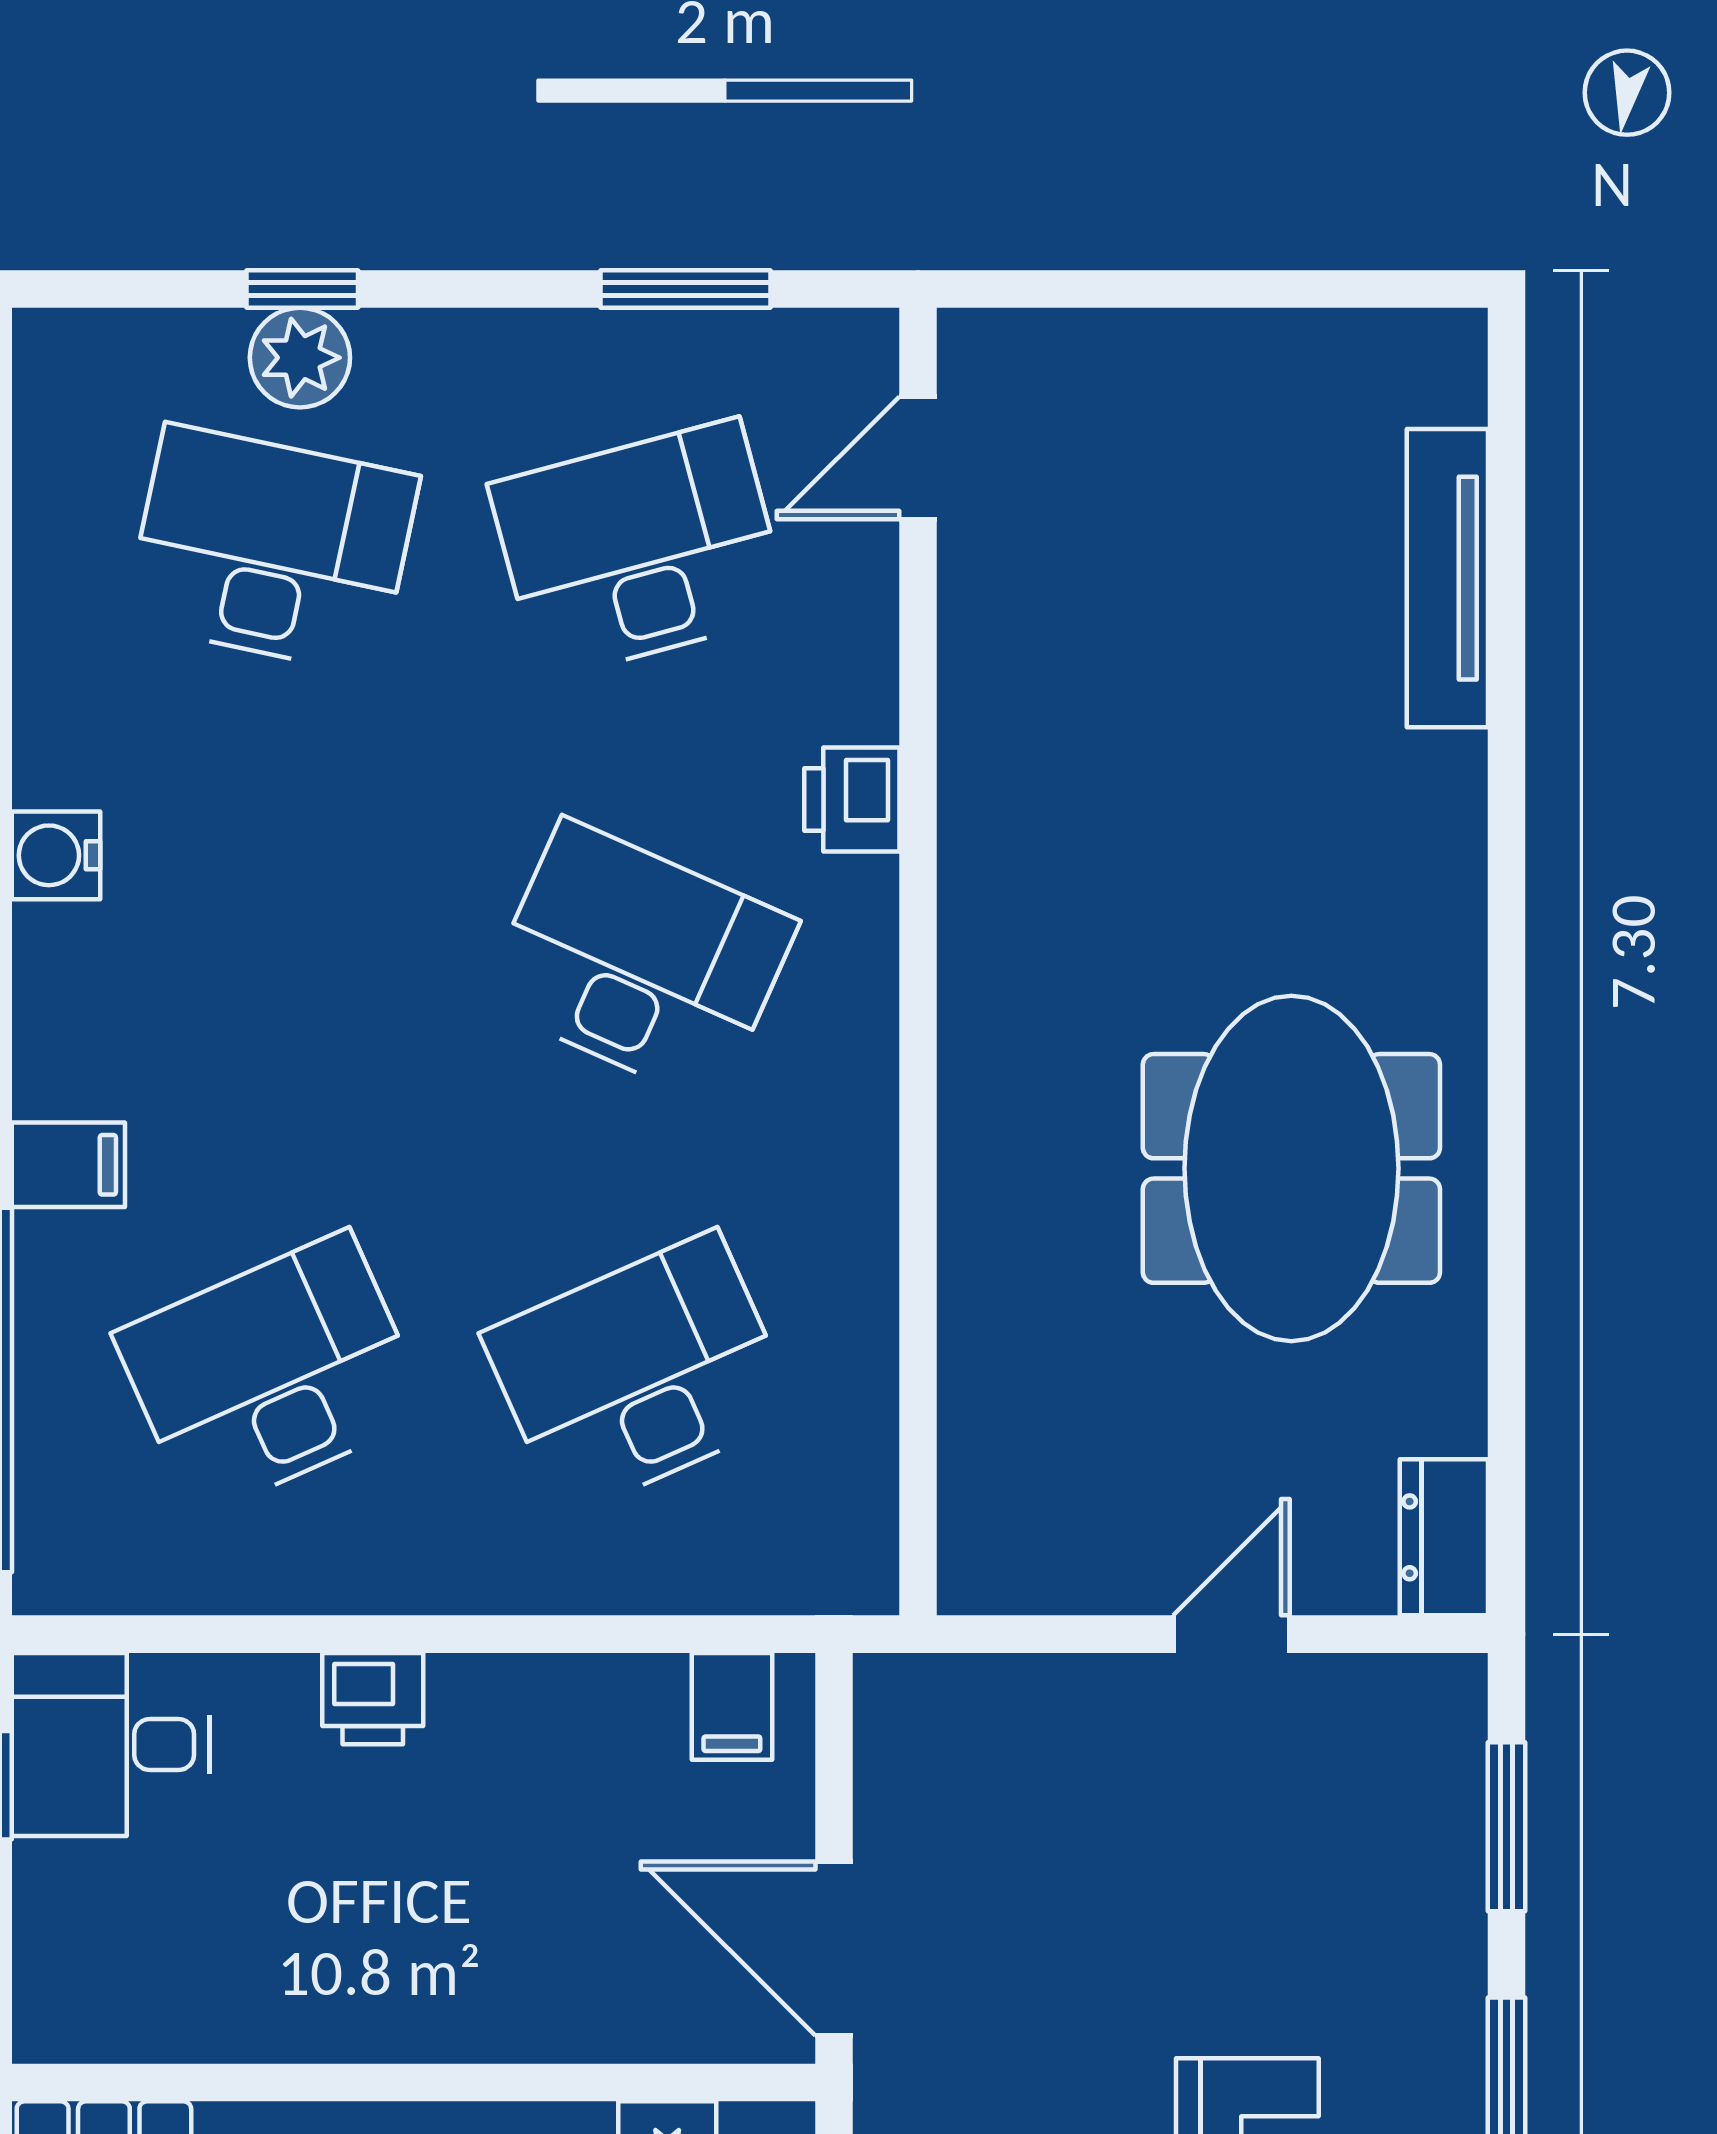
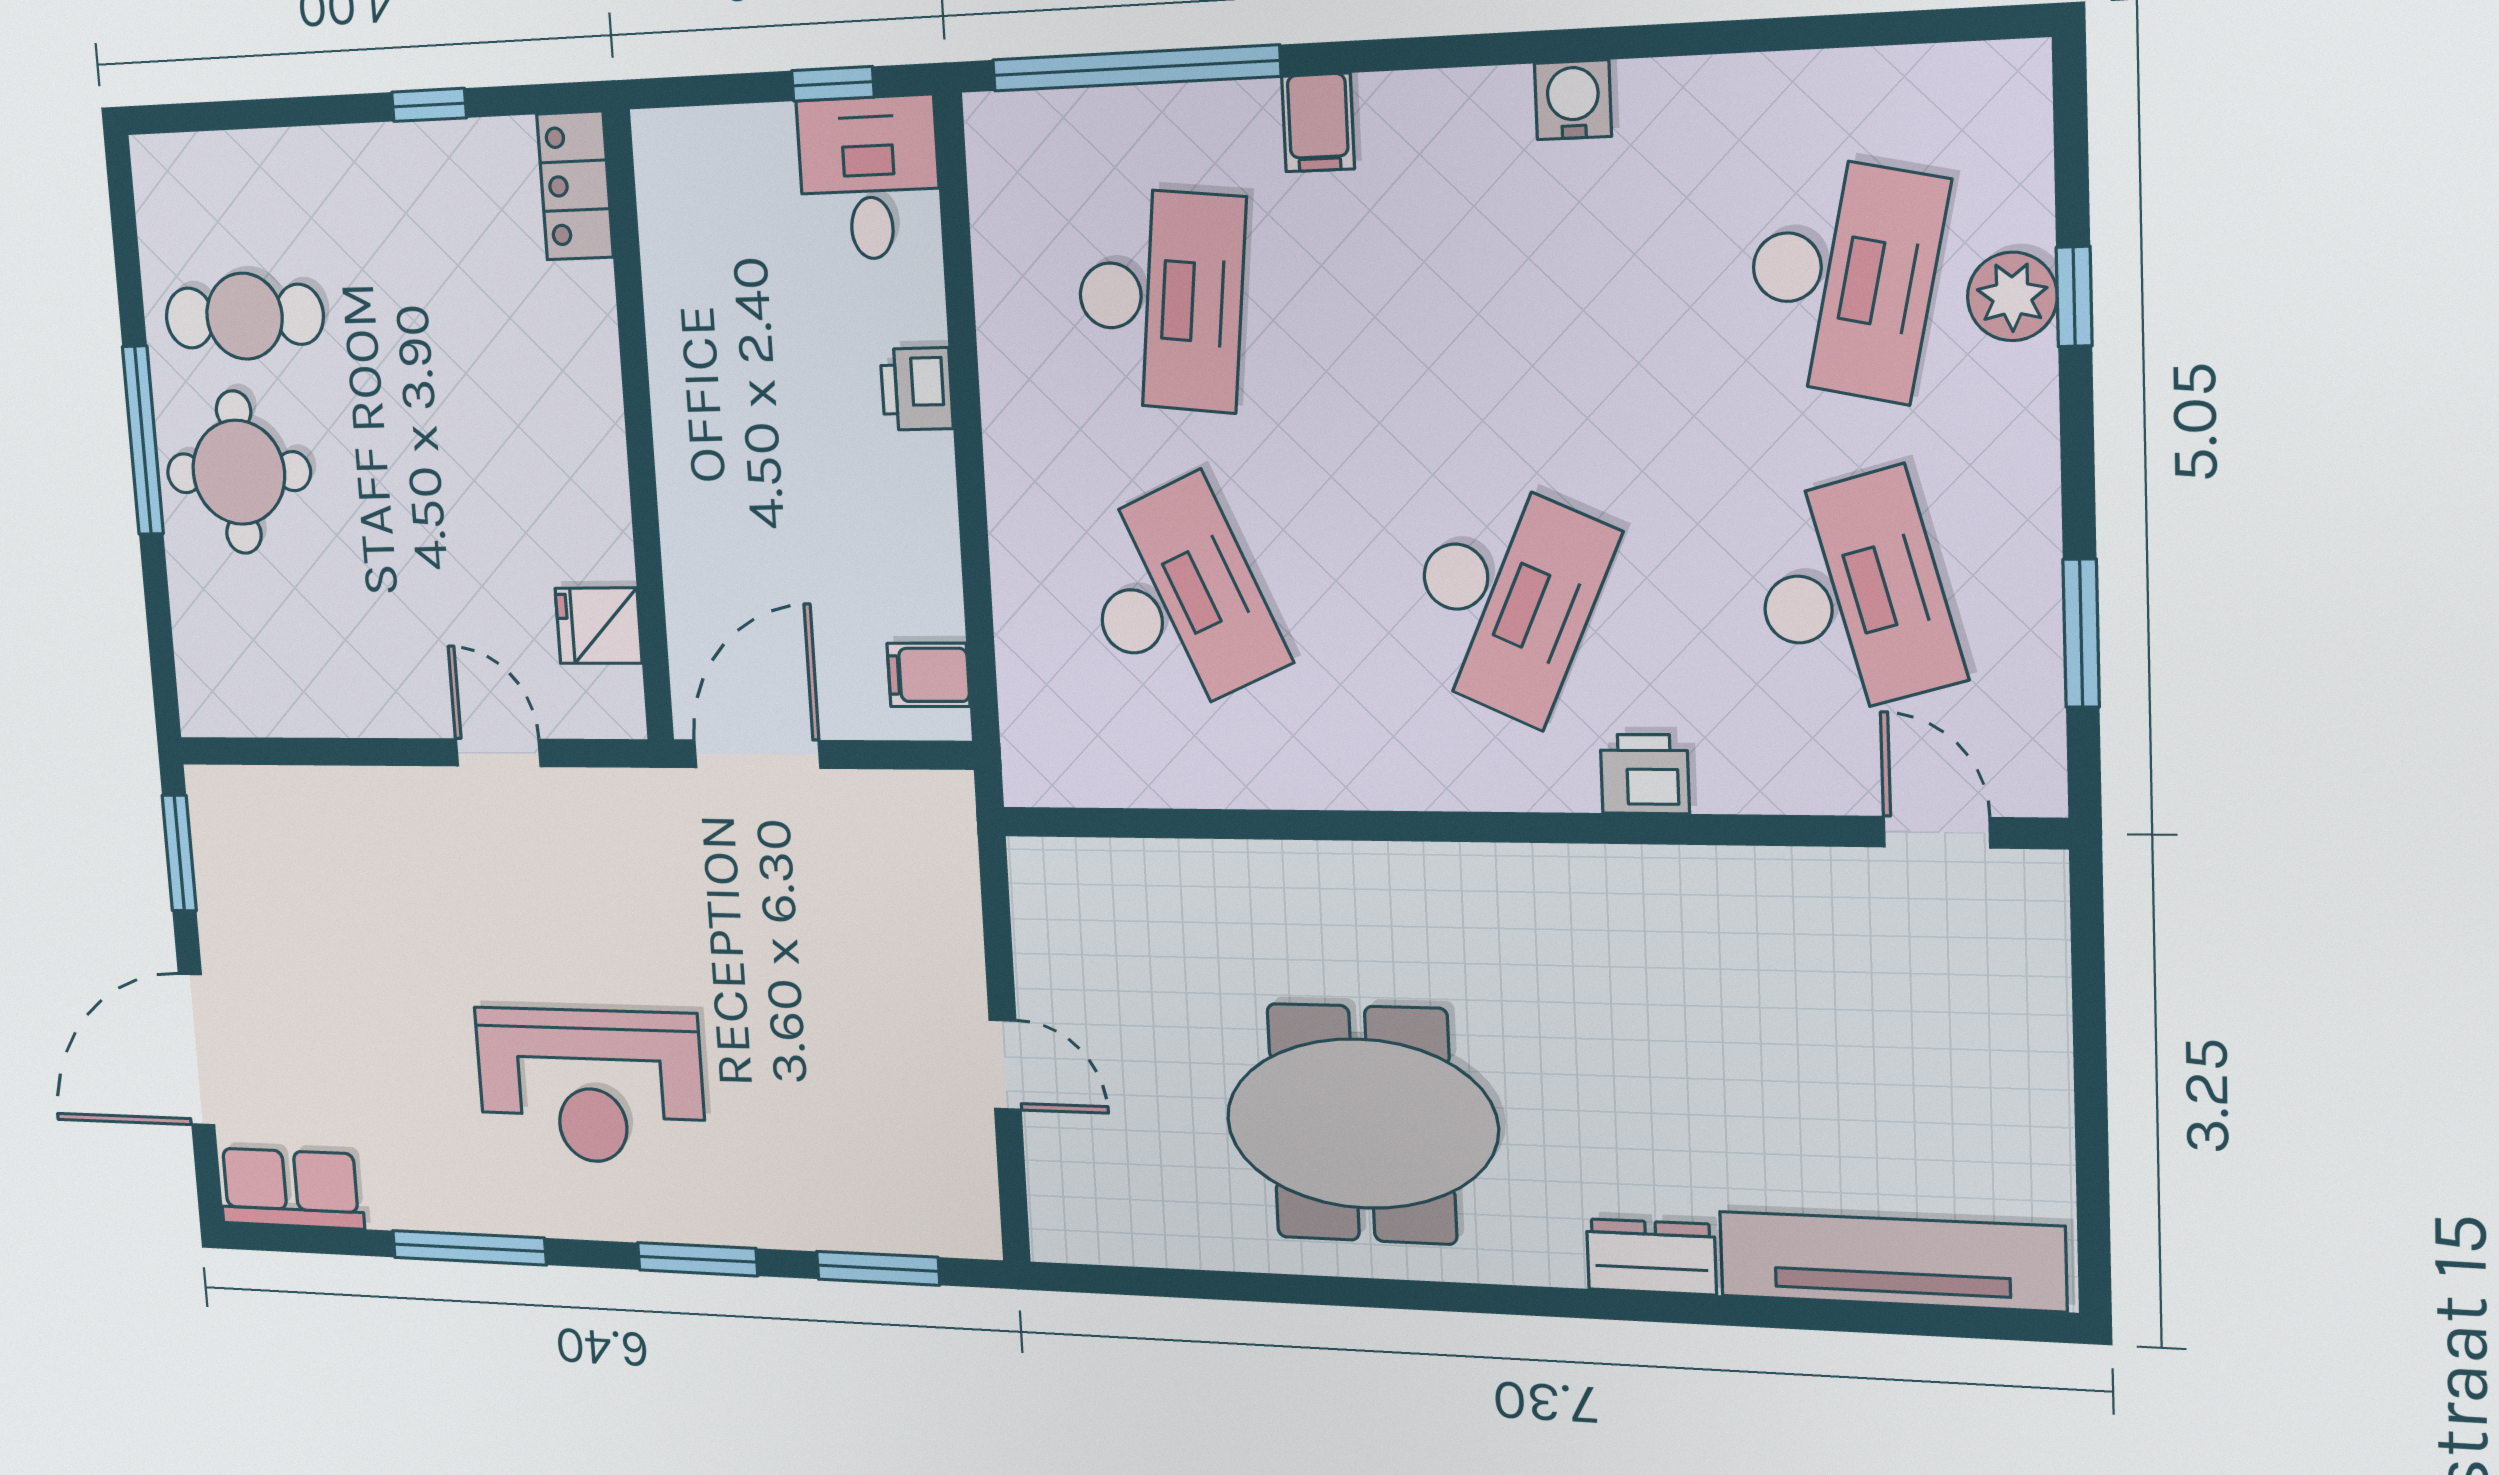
tv unit: (1447, 578) -> (1891, 1261), width x1.36, depth x1.29
desk: (272, 1374) -> (1160, 299), turned 30
dresser: (1444, 1537) -> (1651, 1257), moved

